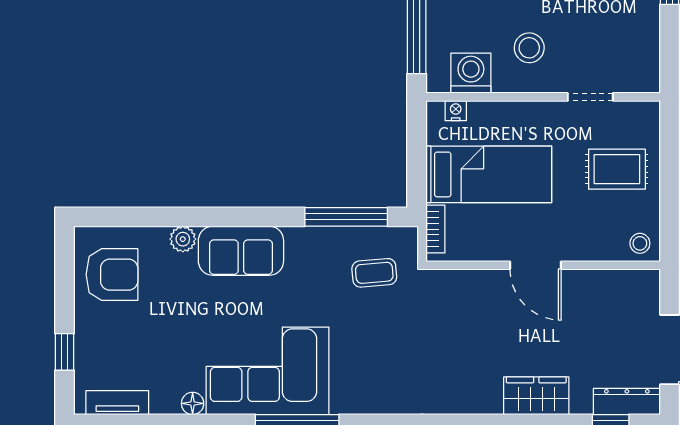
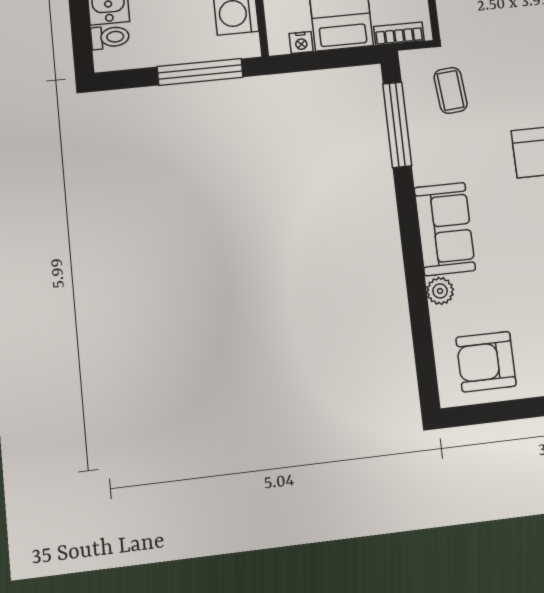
nightstand: (456, 111) -> (301, 43), moved, turned -90
armchair: (112, 275) -> (486, 362), turned -90

